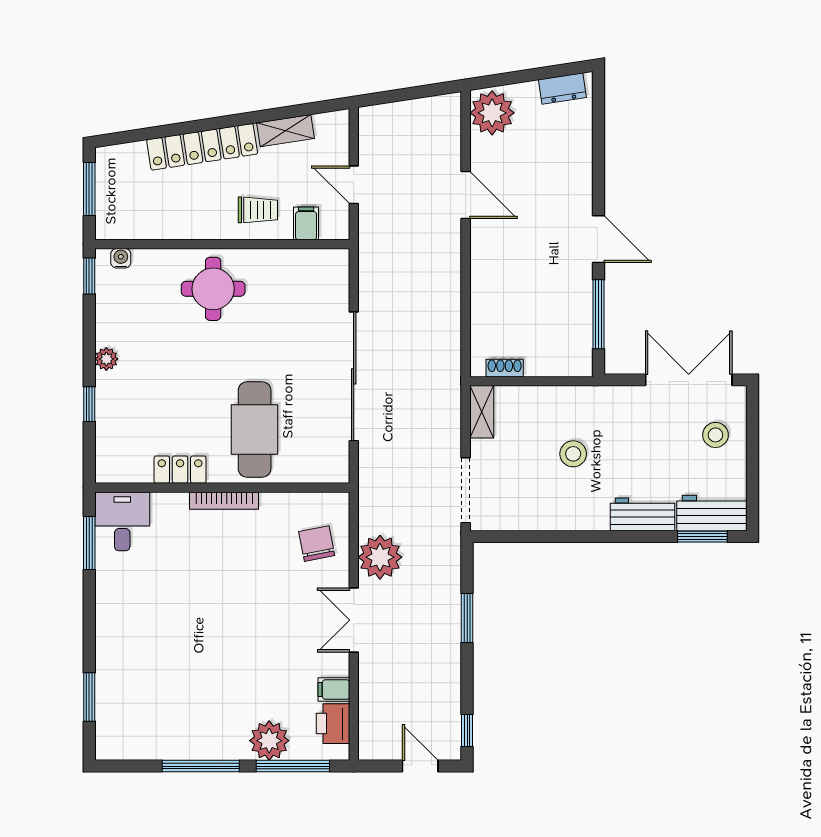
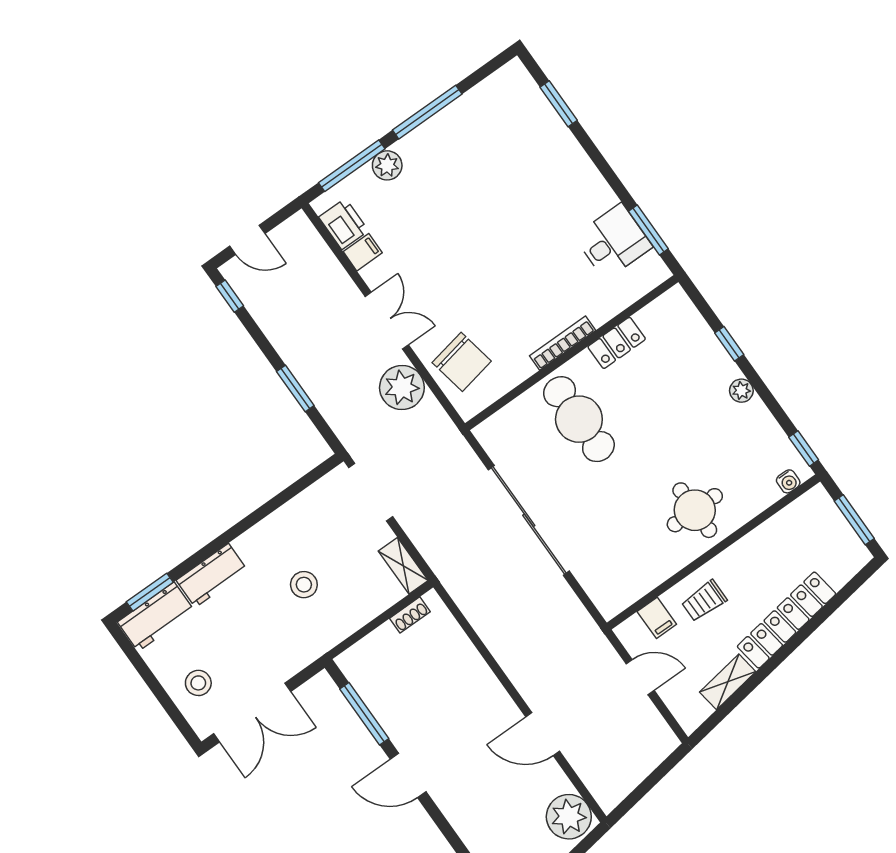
desk: (122, 521) -> (613, 242), moved, turned -90
chair: (317, 544) -> (462, 362), width x1.37, depth x1.37
plant: (269, 741) -> (387, 165), width x0.73, depth x0.73

